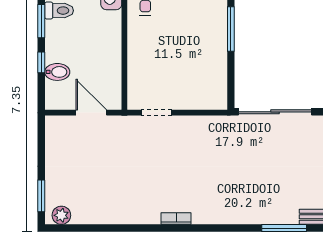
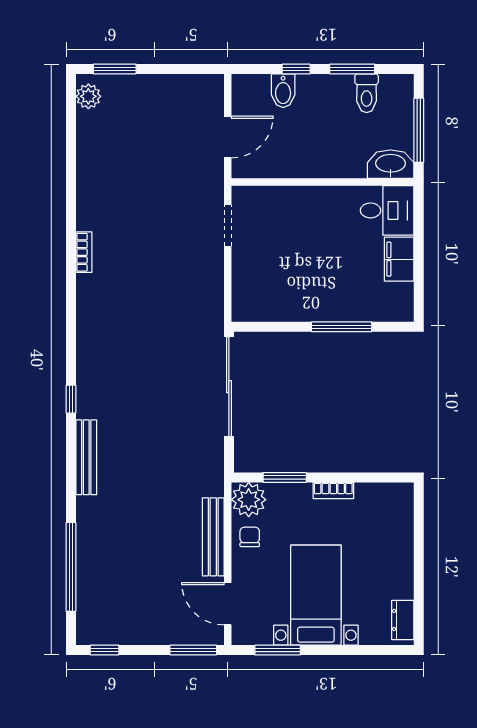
window: (284, 228) -> (71, 399), width x0.46

